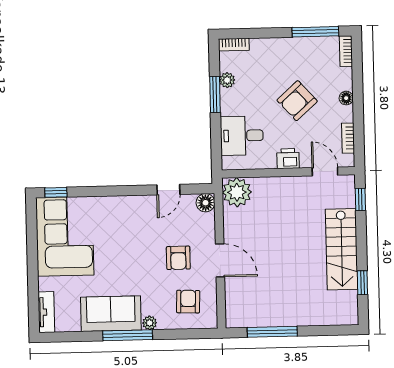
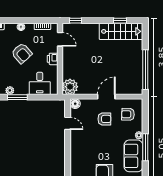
door: (325, 171) -> (60, 39), swing flipped
stairs: (342, 249) -> (121, 31), moved
window: (272, 332) -> (145, 70), width x1.46

